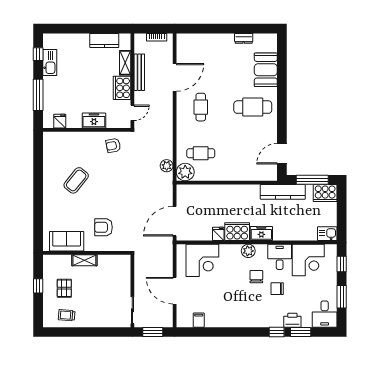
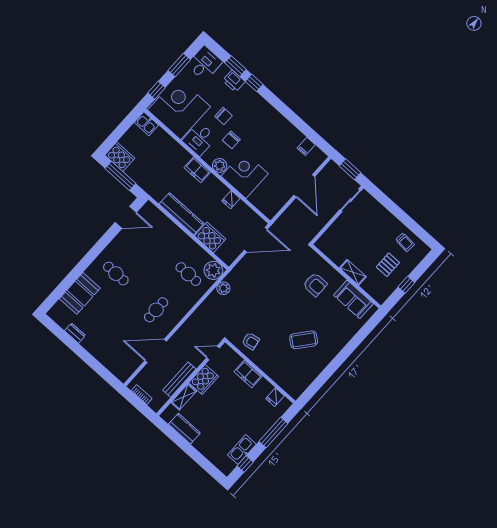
cafe table: (253, 107) -> (116, 274), width x0.73, depth x0.74
kitchen counter: (283, 192) -> (181, 214), moved
cooker: (237, 232) -> (210, 237), moved, turned 180
corner desk: (202, 260) -> (245, 175), moved
corner desk: (308, 260) -> (179, 108), width x1.36, depth x1.36

